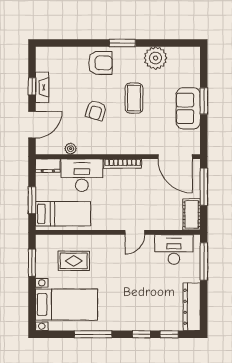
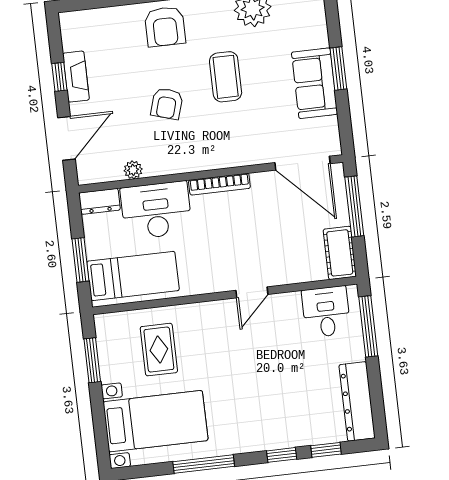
armchair: (100, 63) -> (165, 27), turned 90
desk: (174, 249) -> (326, 312), width x0.73
rug: (74, 261) -> (159, 350), turned 90

